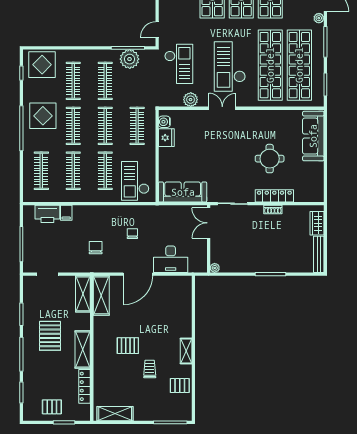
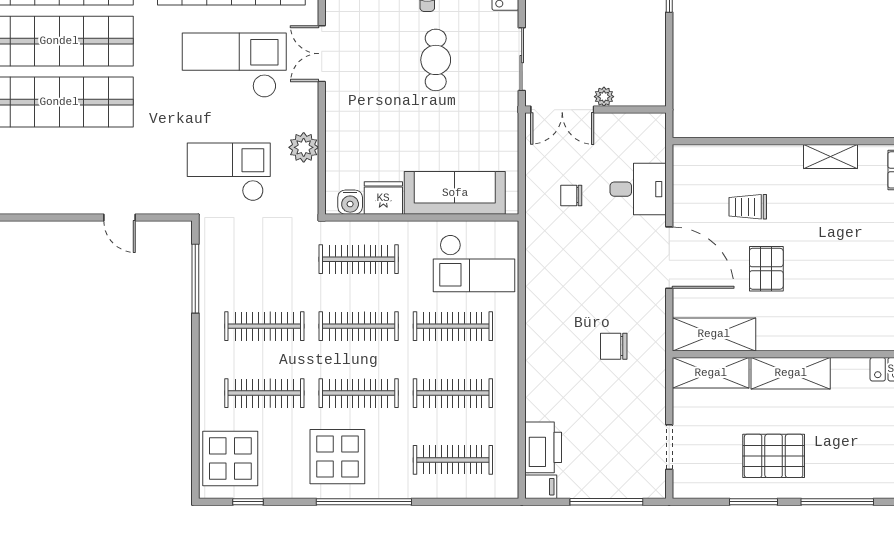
door: (157, 30) -> (120, 217), moved
plant: (130, 59) -> (219, 275), removed
checkout: (230, 67) -> (234, 65), turned 180
double door: (222, 108) -> (322, 54), moved
cafe table: (232, 163) -> (436, 60), added
sofa: (183, 192) -> (455, 193), moved, turned 90
filing cabinet: (66, 213) -> (541, 487), moved
chair: (132, 234) -> (571, 195), moved
desk: (171, 259) -> (638, 189), width x0.73
plant: (215, 268) -> (604, 97), moved
pallet: (50, 336) -> (774, 456), moved
pallet: (128, 346) -> (766, 269), moved
shelving: (83, 349) -> (791, 373), moved
trolley: (150, 369) -> (748, 207), moved

